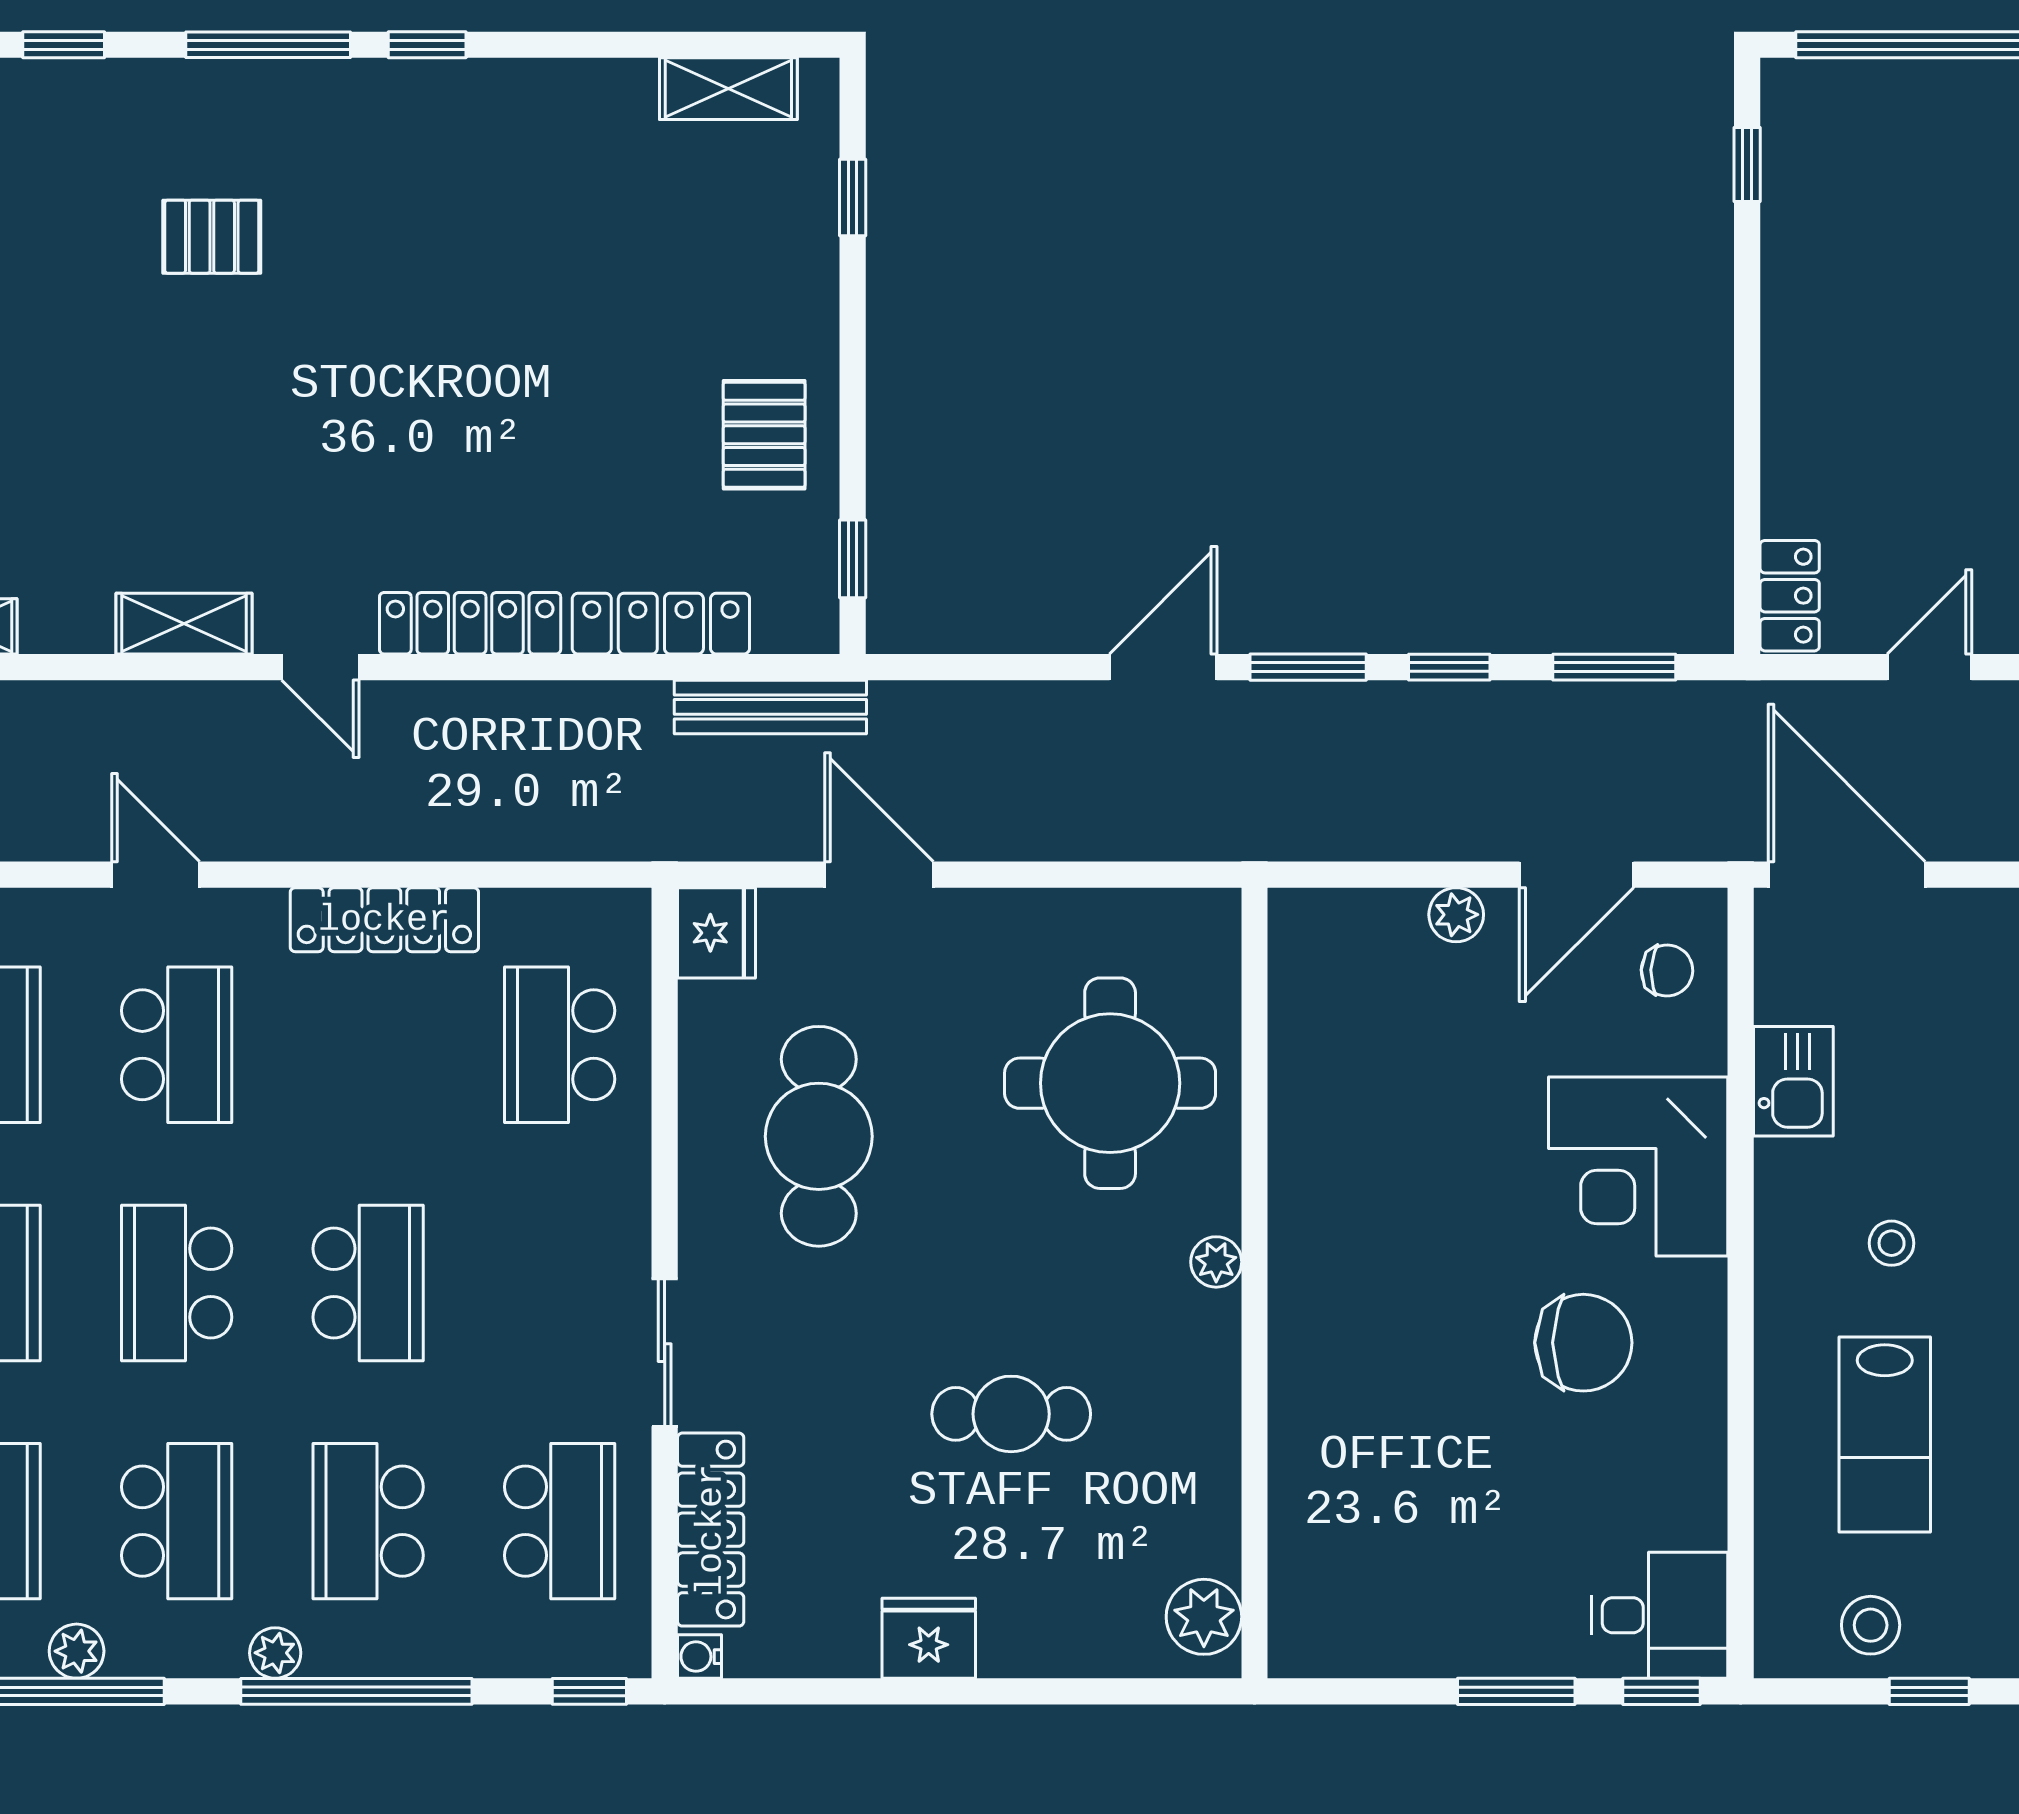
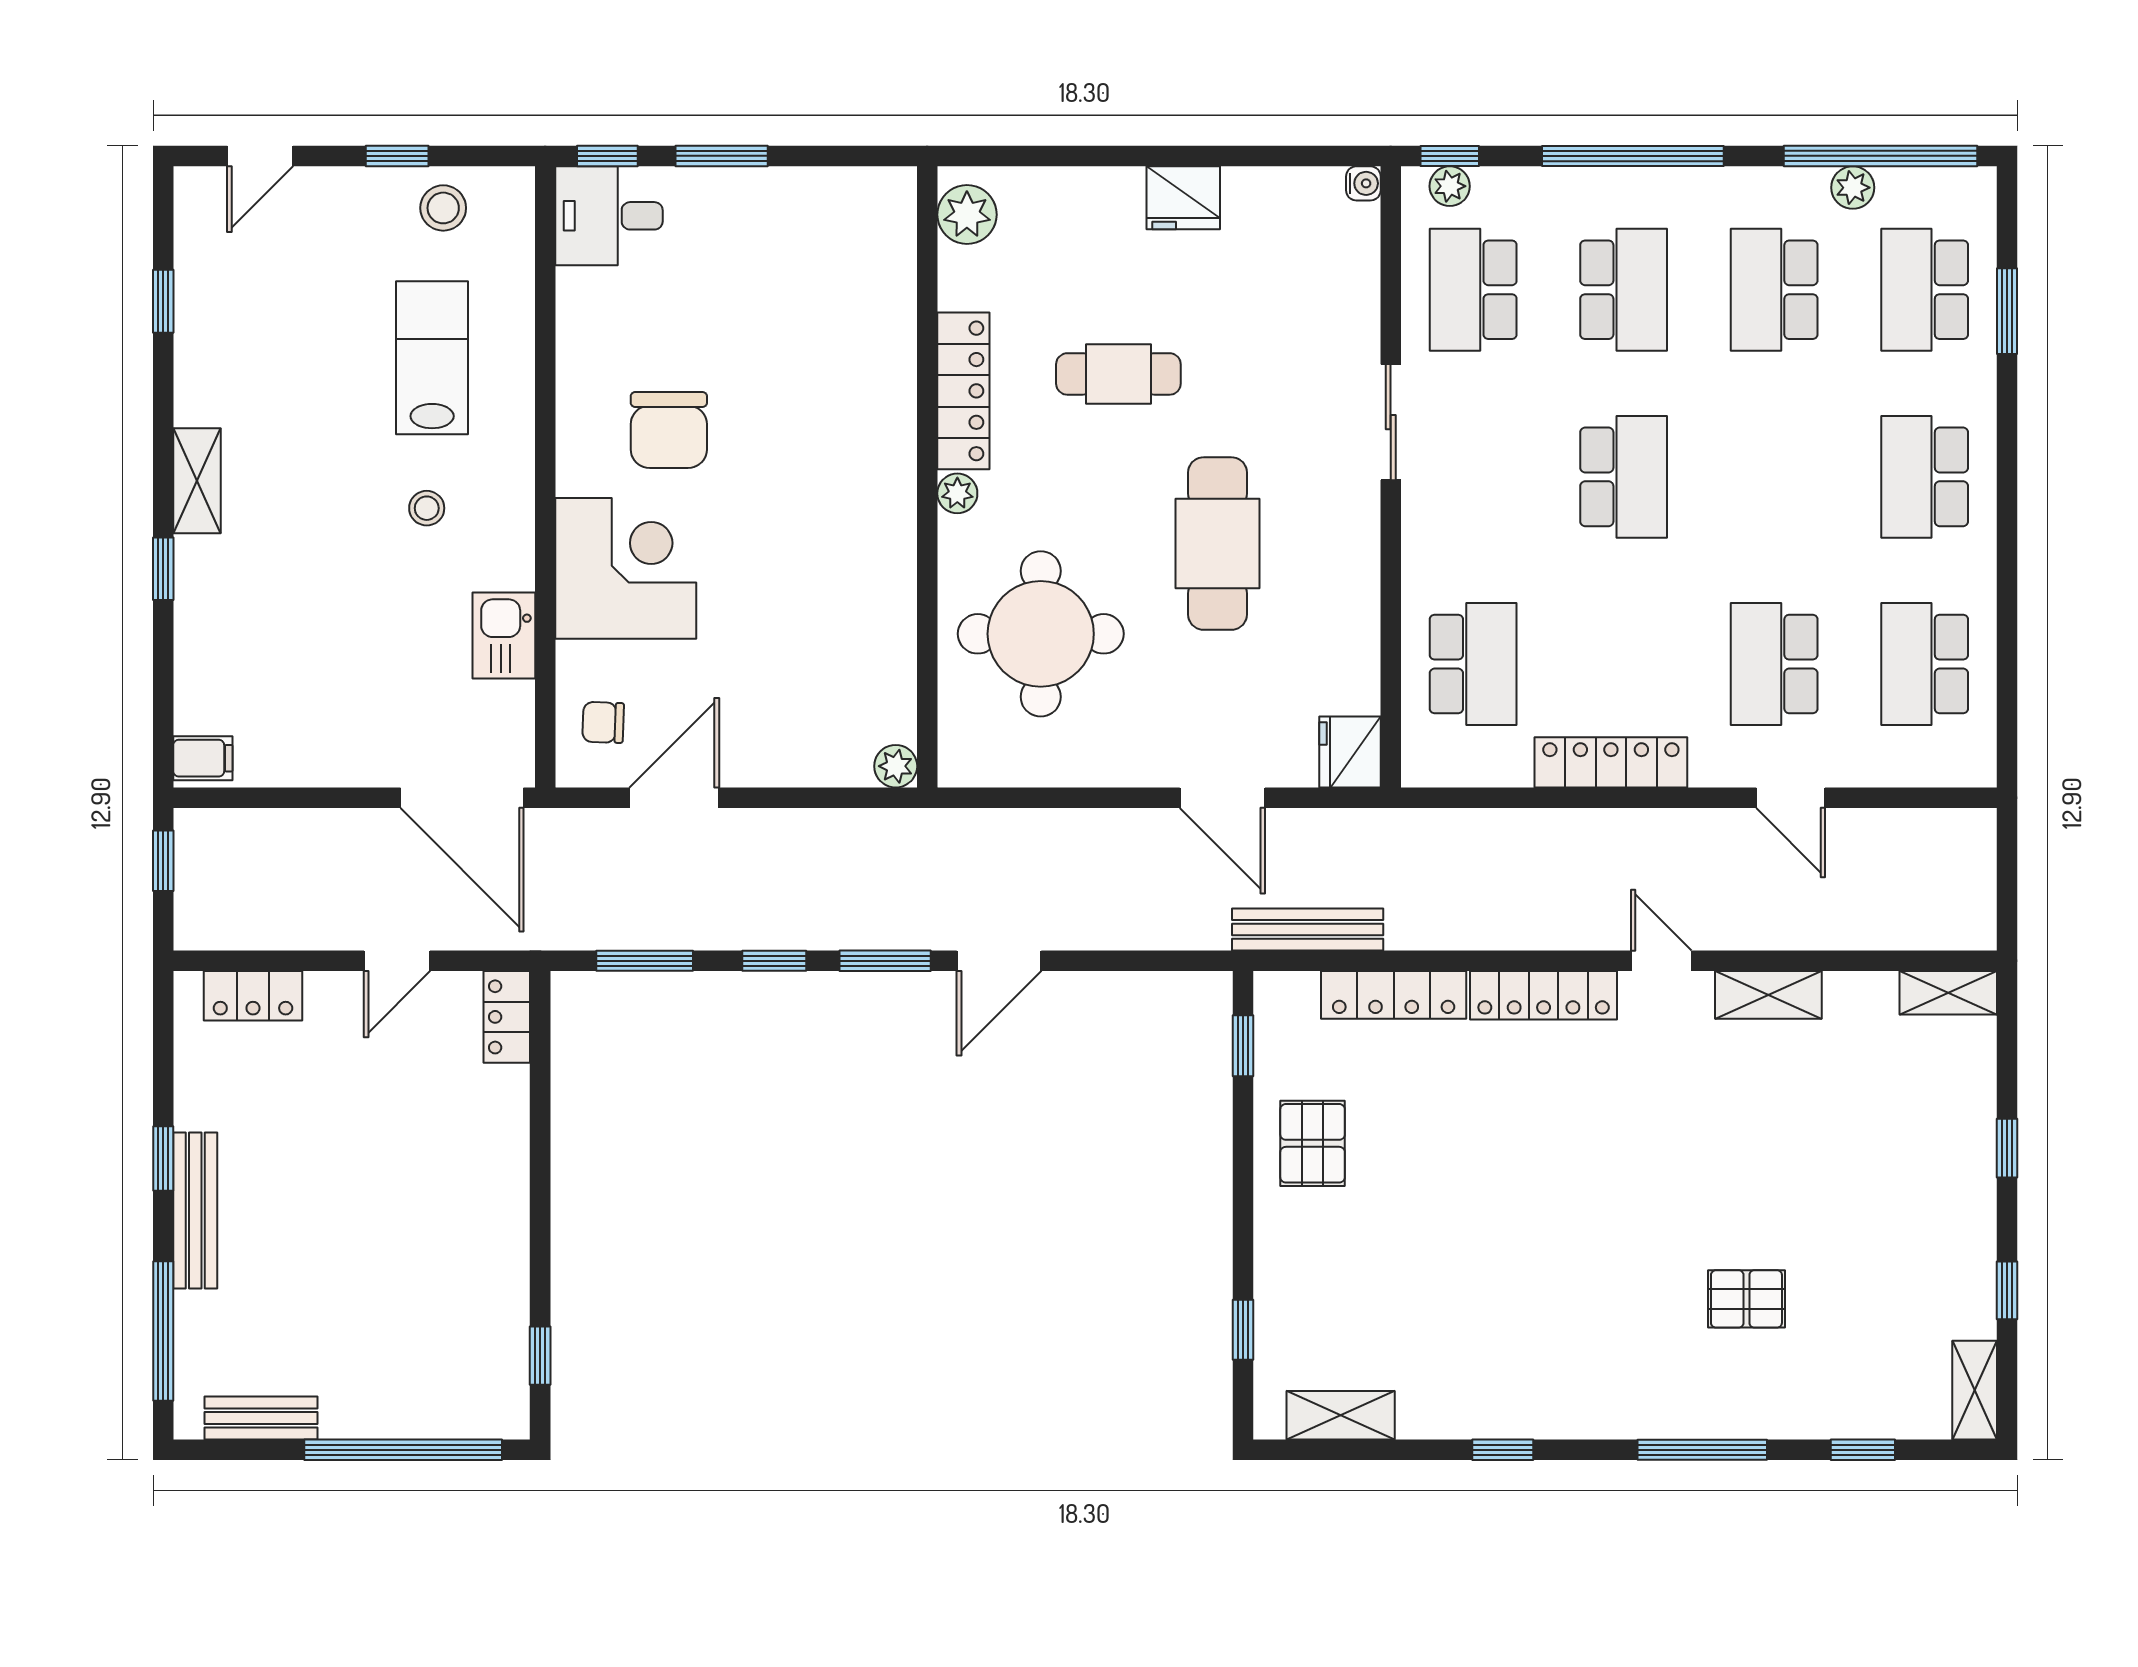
window: (427, 45) -> (1503, 1450), moved
plant: (1456, 915) -> (896, 766), moved
cafe table: (819, 1136) -> (1218, 544), moved
school desk: (177, 1283) -> (1774, 477), removed
school desk: (368, 1283) -> (1624, 477), turned 180
chair: (1583, 1343) -> (669, 430), turned -90
locker: (711, 1530) -> (963, 391), moved, turned 180
plant: (275, 1653) -> (1450, 186), moved

